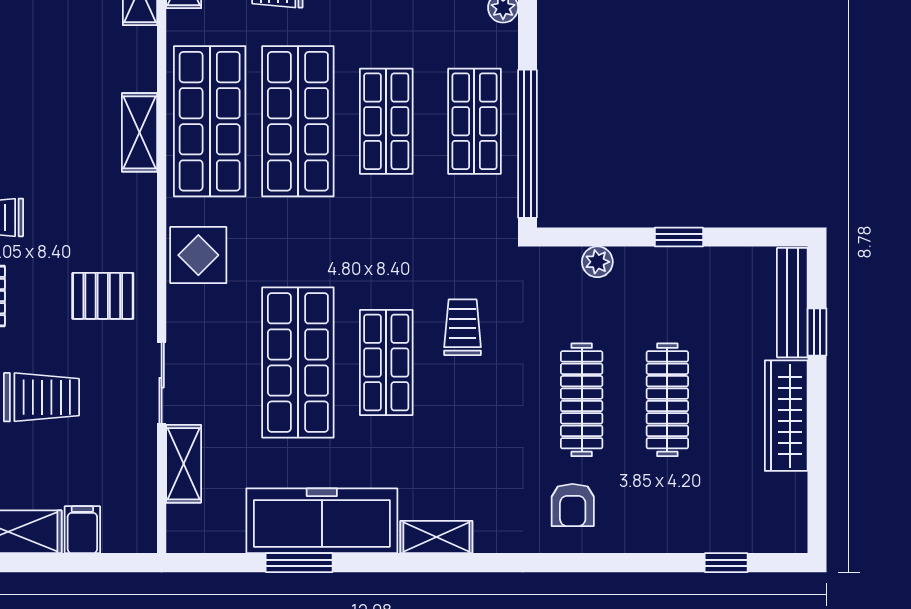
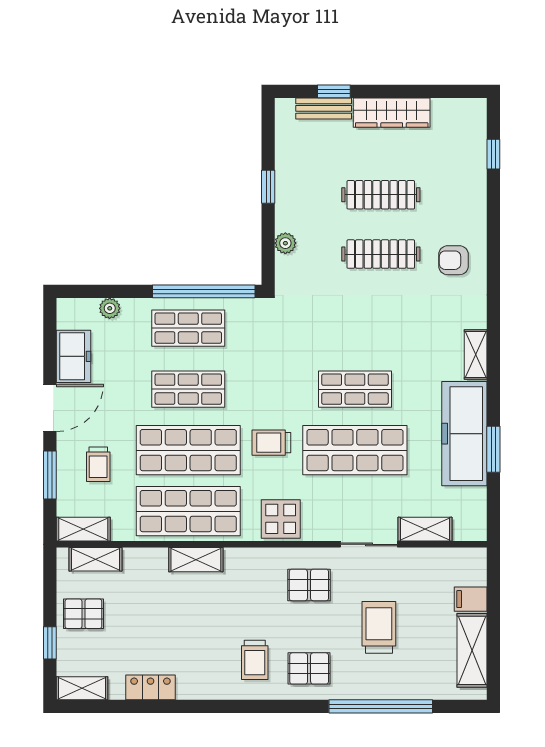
pallet: (103, 296) -> (309, 585), turned 90
bench: (792, 303) -> (324, 108), width x0.73
trolley: (463, 327) -> (271, 443), moved
armchair: (573, 505) -> (454, 260), turned 180

